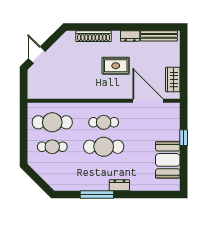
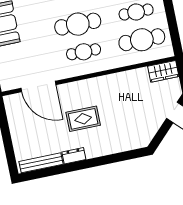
shoe rack: (94, 36) -> (115, 147), removed
wardrobe: (173, 80) -> (163, 71), moved, turned 90

